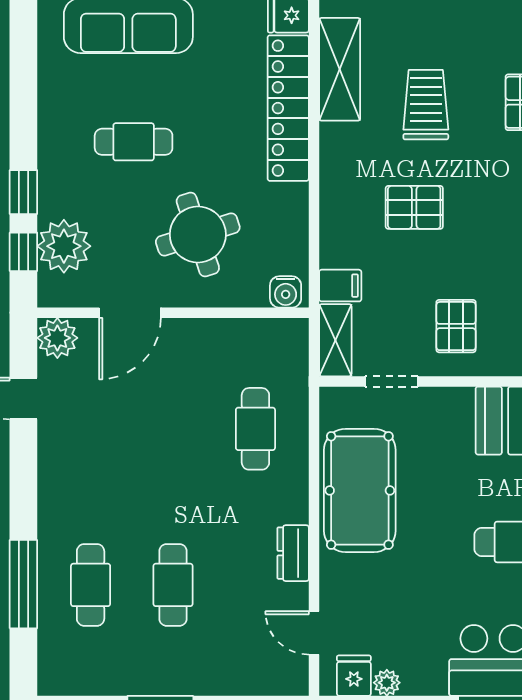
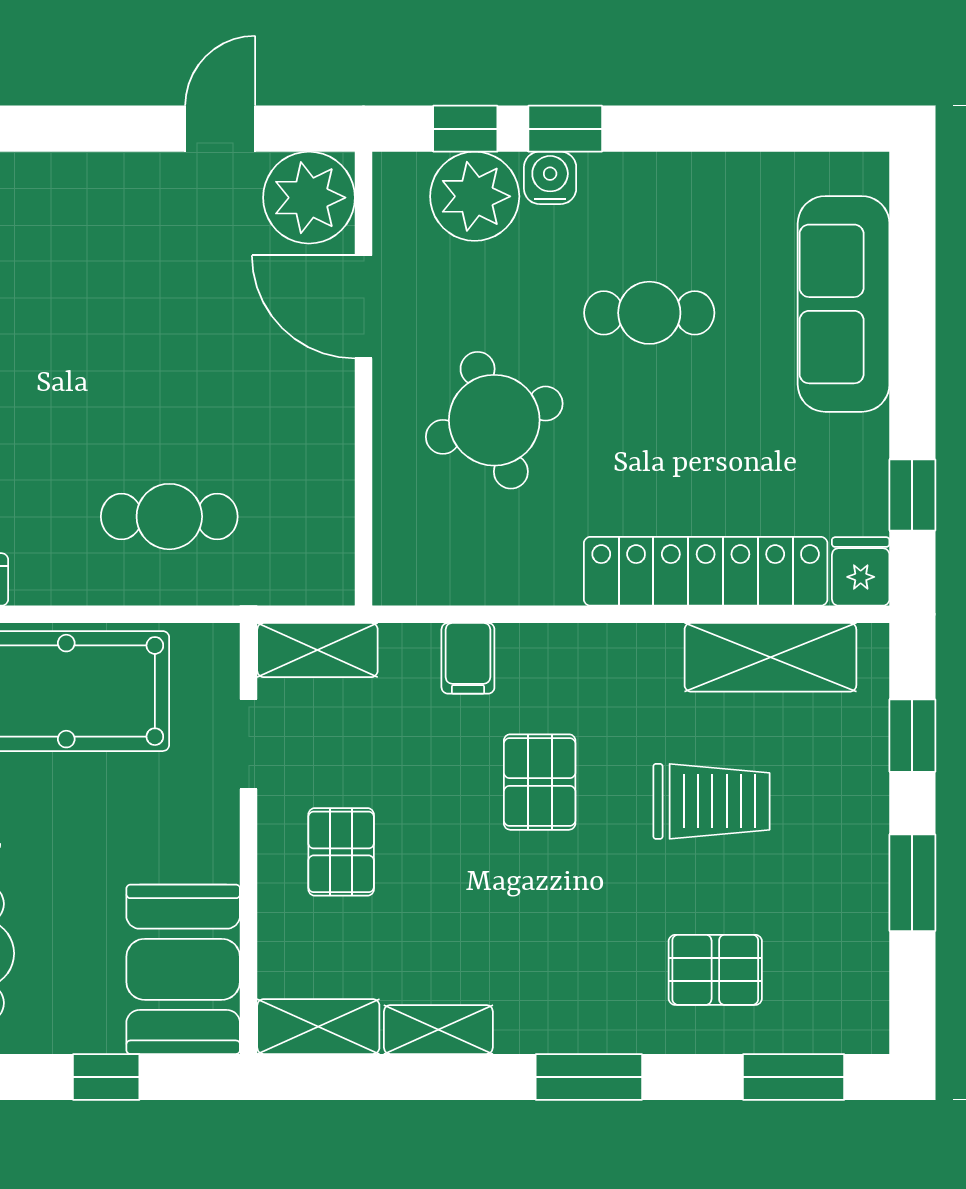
cafe table: (134, 142) -> (649, 313), turned 90
filing cabinet: (340, 286) -> (468, 658), moved
water cooler: (286, 292) -> (550, 178), moved, turned 90
pallet: (456, 326) -> (341, 852), turned 90
plant: (57, 338) -> (309, 198), width x1.36, depth x1.36

